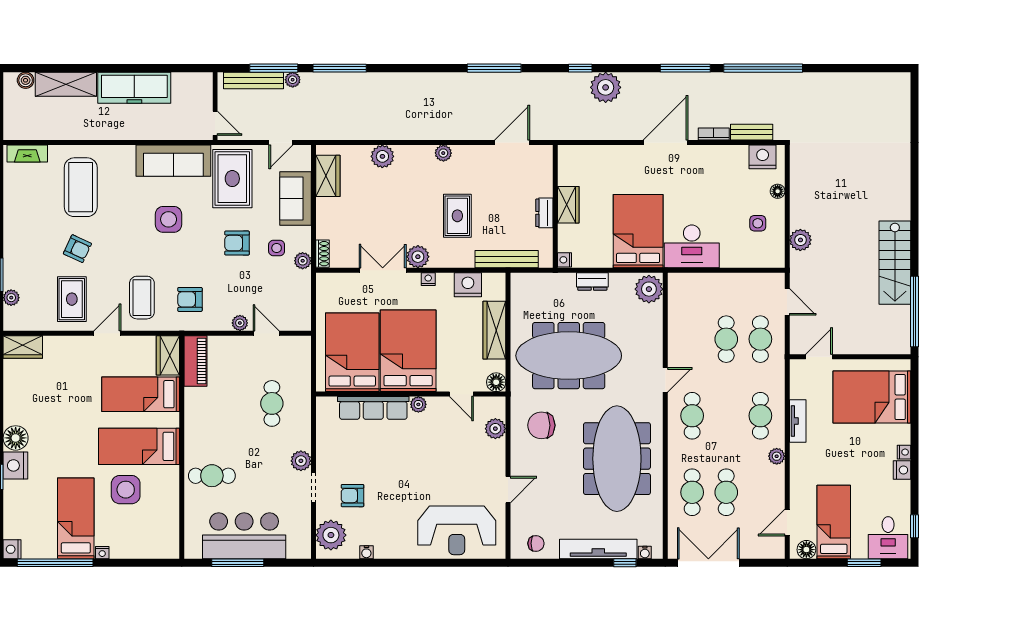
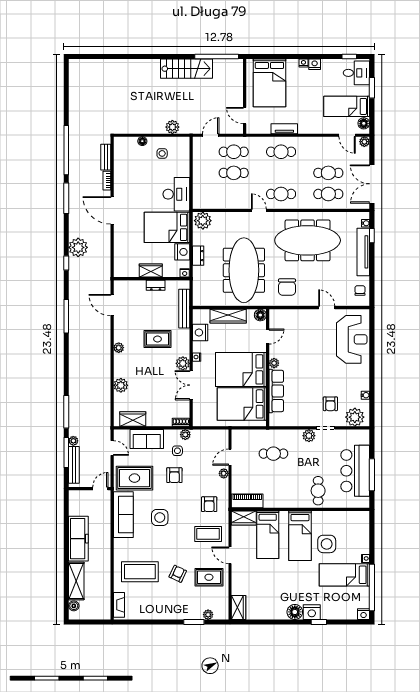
nightstand: (763, 157) -> (182, 252), moved, turned 180
plant: (495, 429) -> (289, 316), removed
plant: (777, 456) -> (364, 142), moved

